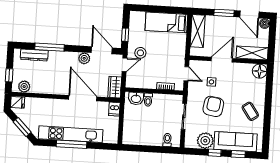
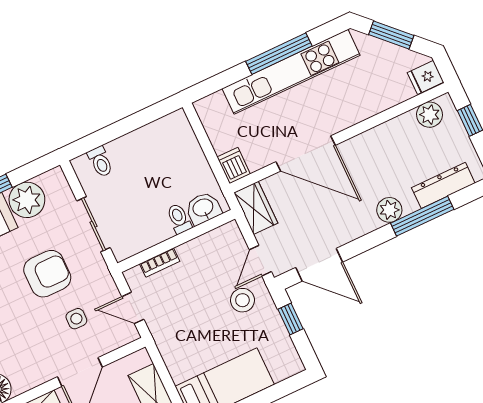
plant: (84, 58) -> (389, 210), moved
armchair: (213, 106) -> (47, 274), turned -99

